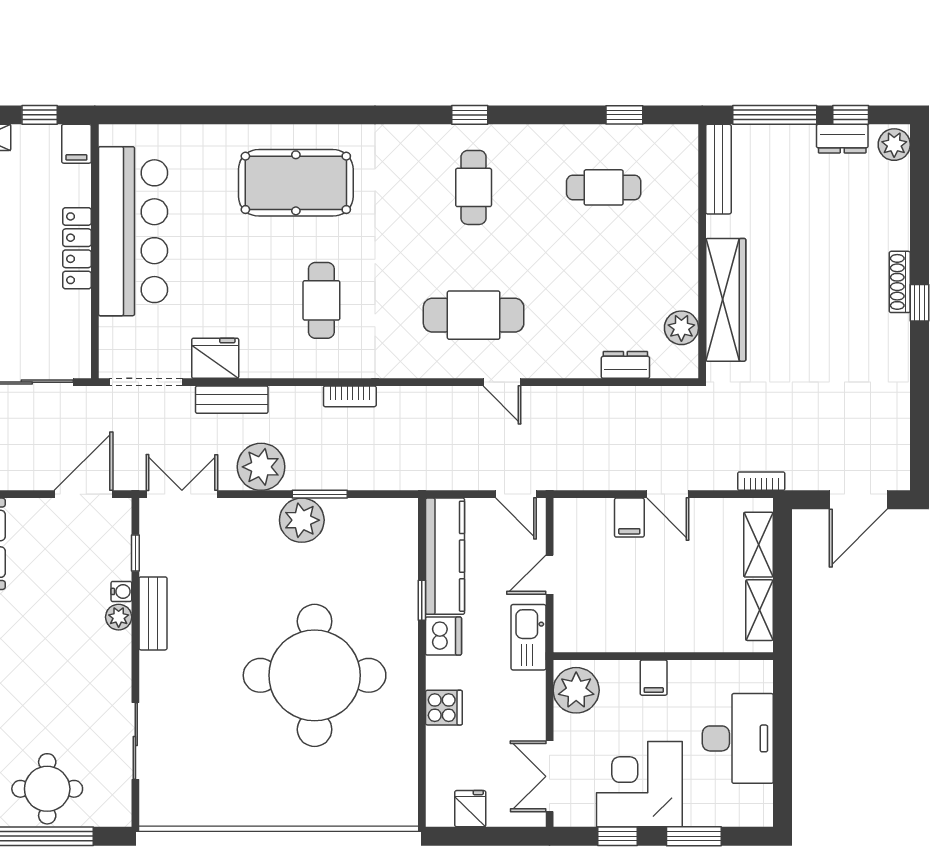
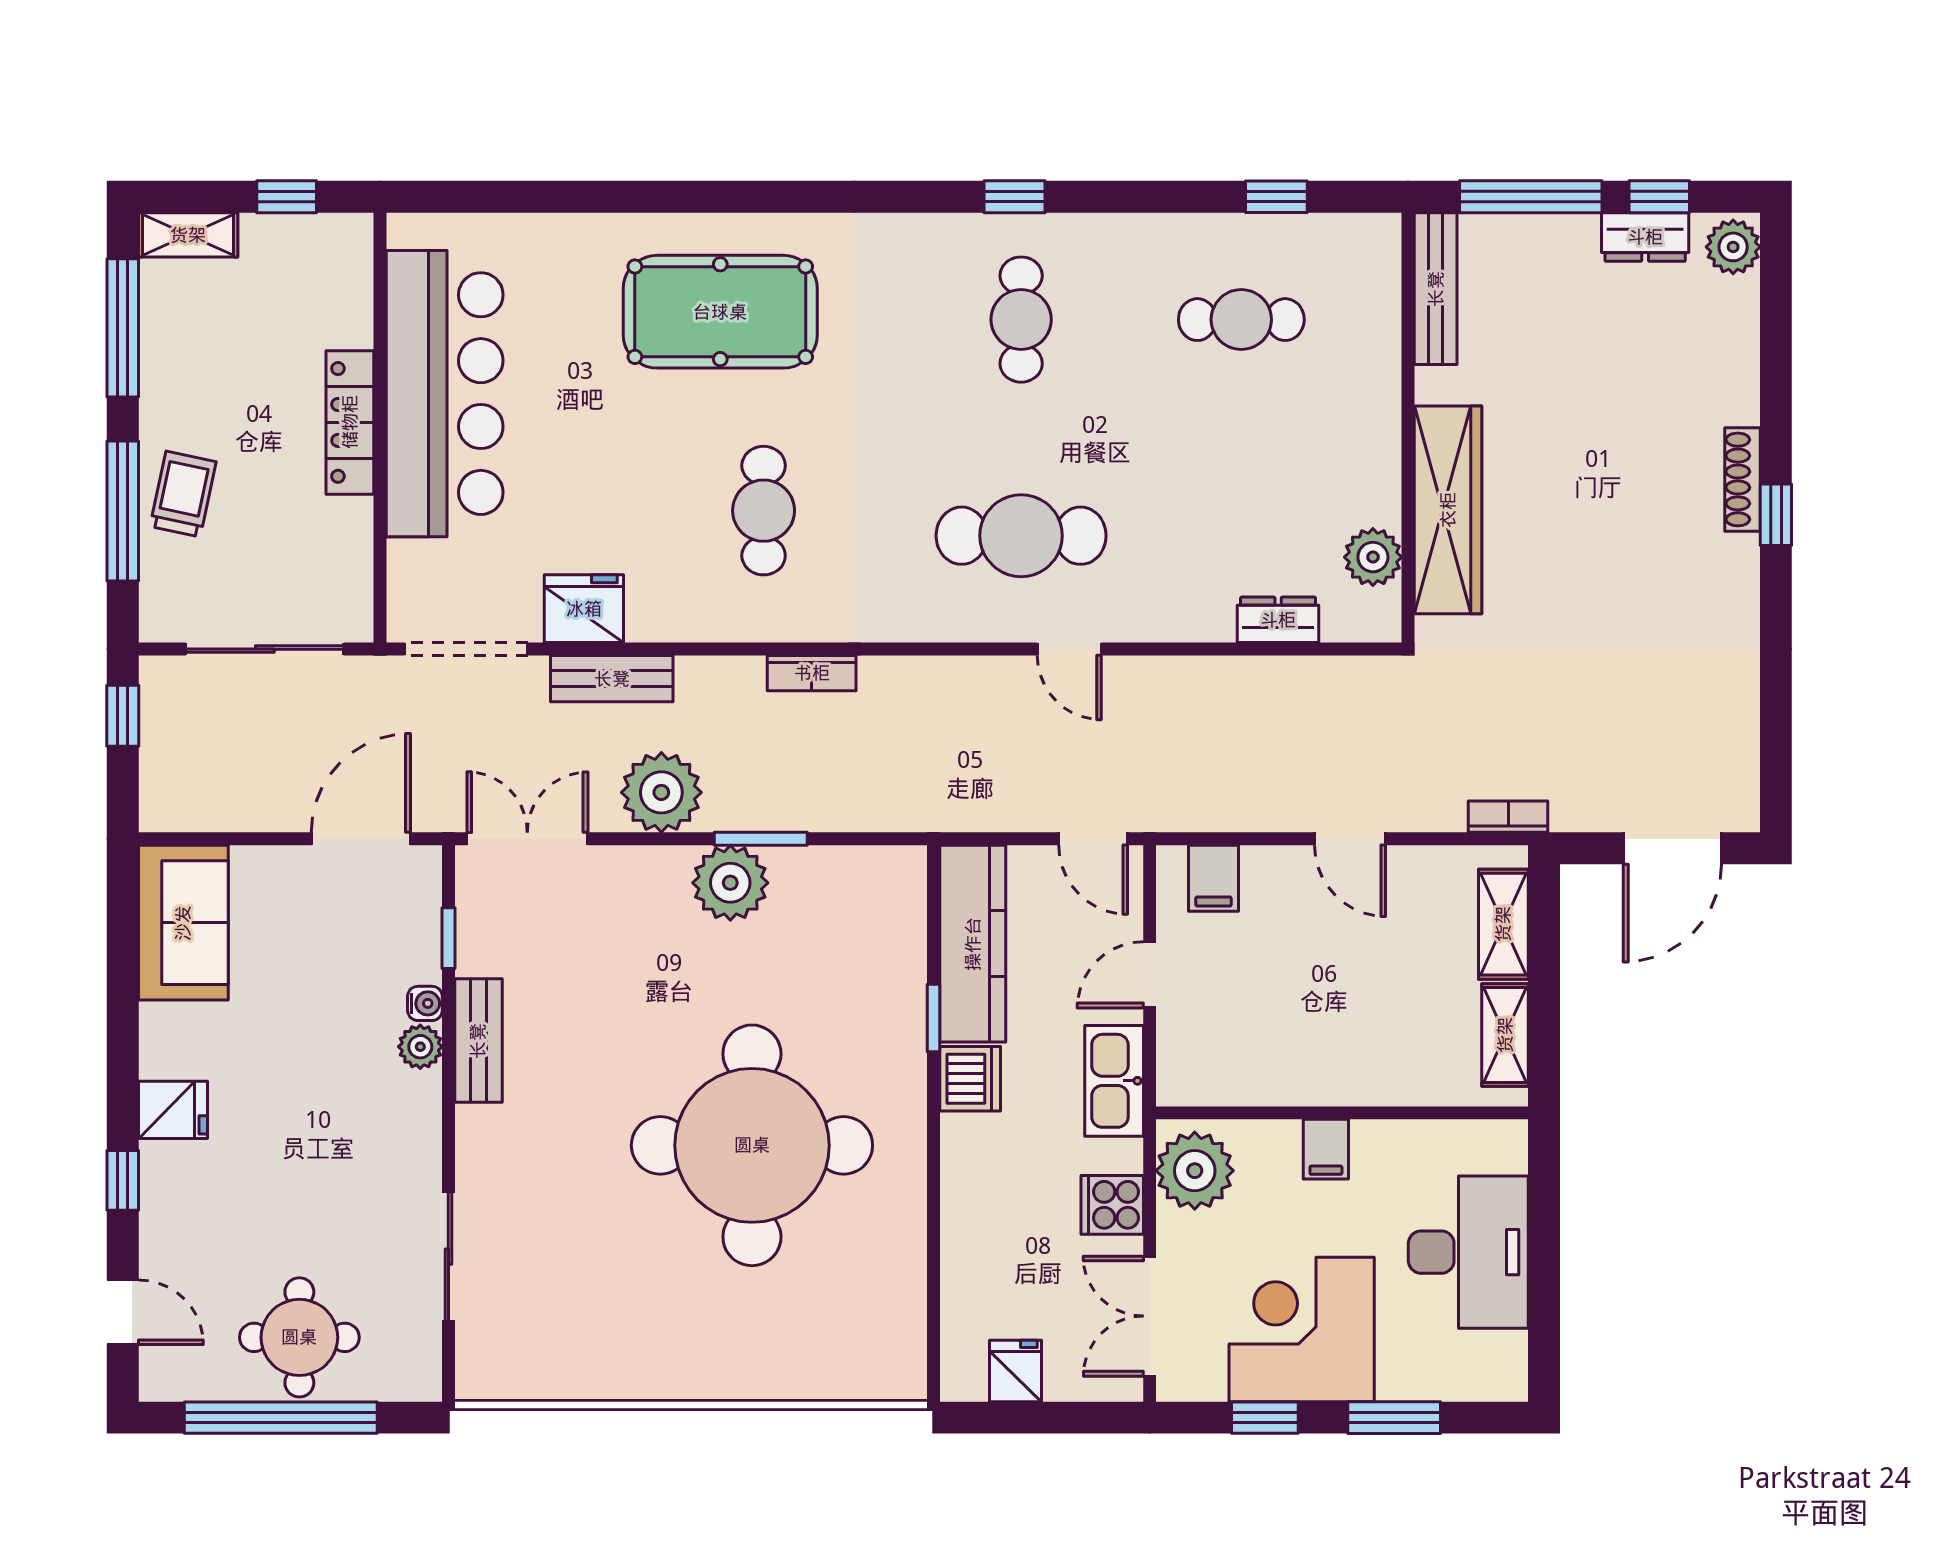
filing cabinet: (76, 144) -> (349, 246), removed
filing cabinet: (629, 518) -> (1213, 878), moved
cooker: (444, 708) -> (1112, 1205), moved, turned 180

